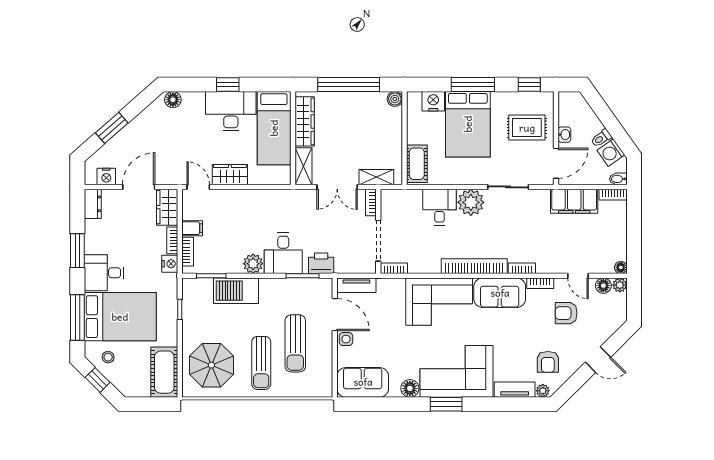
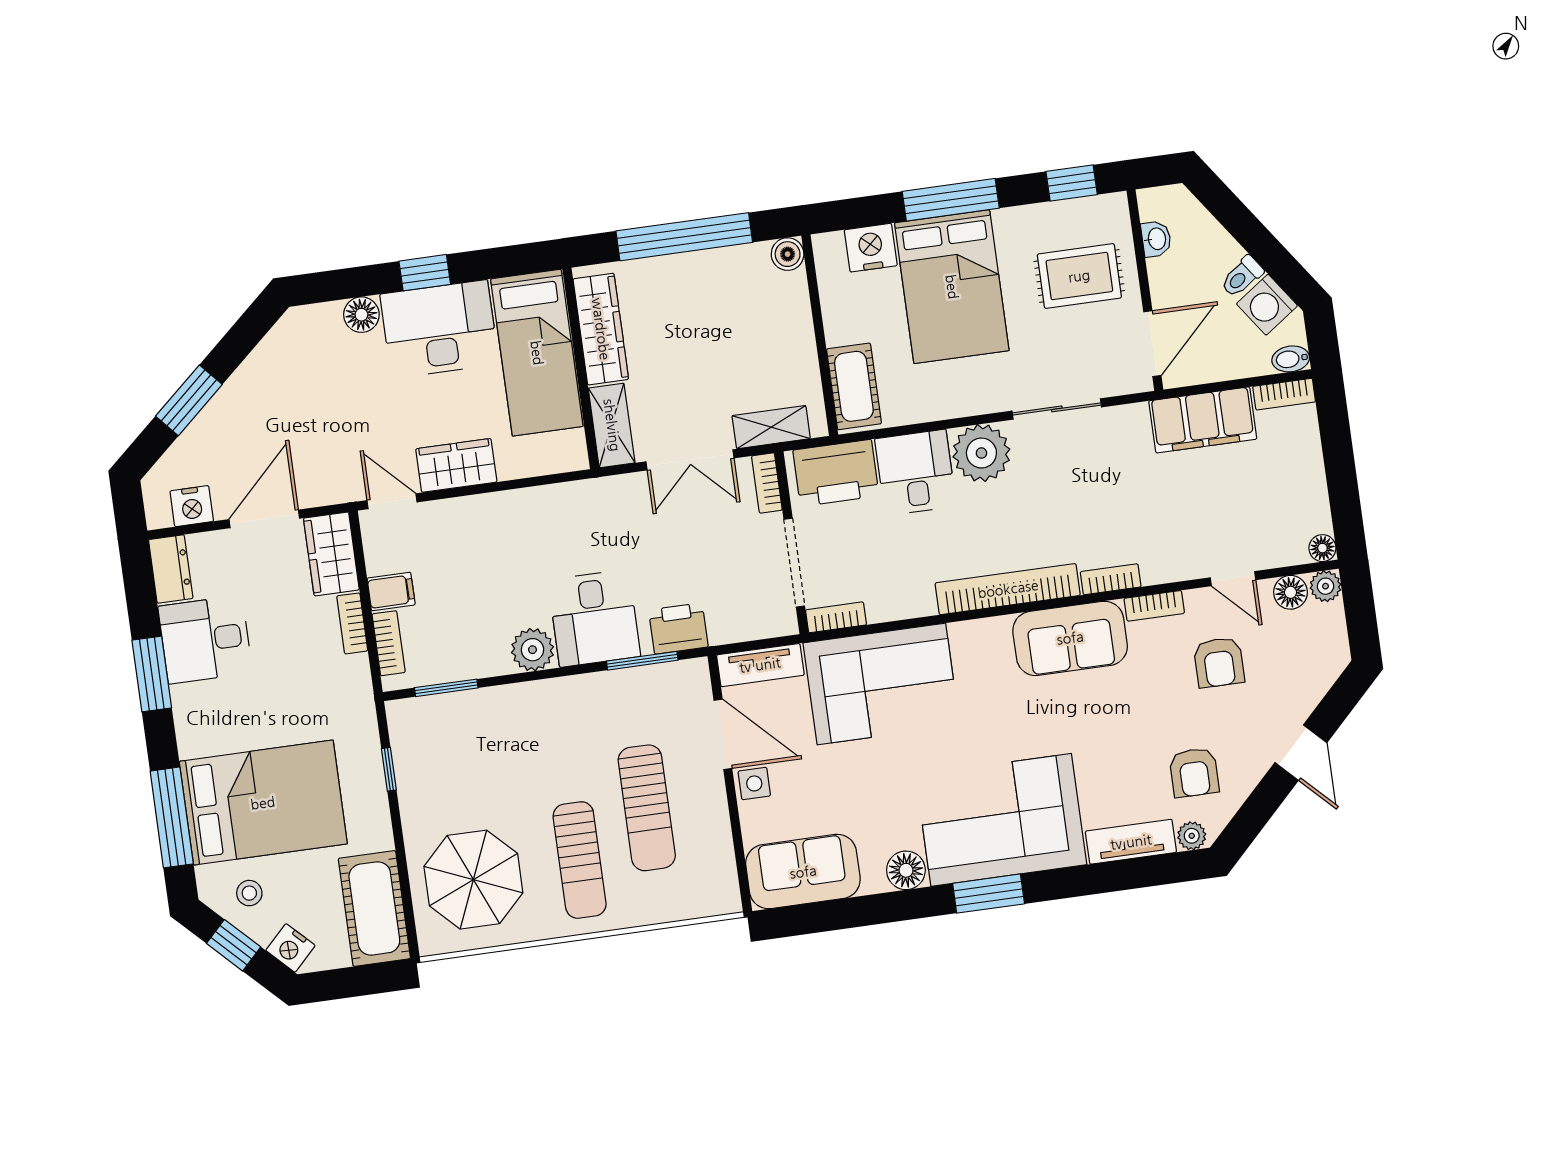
floor lamp: (173, 100) -> (361, 315), moved
washbasin: (564, 135) -> (1156, 239), moved
printer: (403, 202) -> (836, 473), added
nightstand: (170, 264) -> (290, 948), moved, turned 135
desk: (104, 273) -> (205, 640), moved
barbecue: (236, 291) -> (504, 713), removed
corner sofa: (439, 302) -> (881, 684), moved
armchair: (566, 313) -> (1219, 662), turned -90
door: (598, 360) -> (1301, 753), hinge flipped

